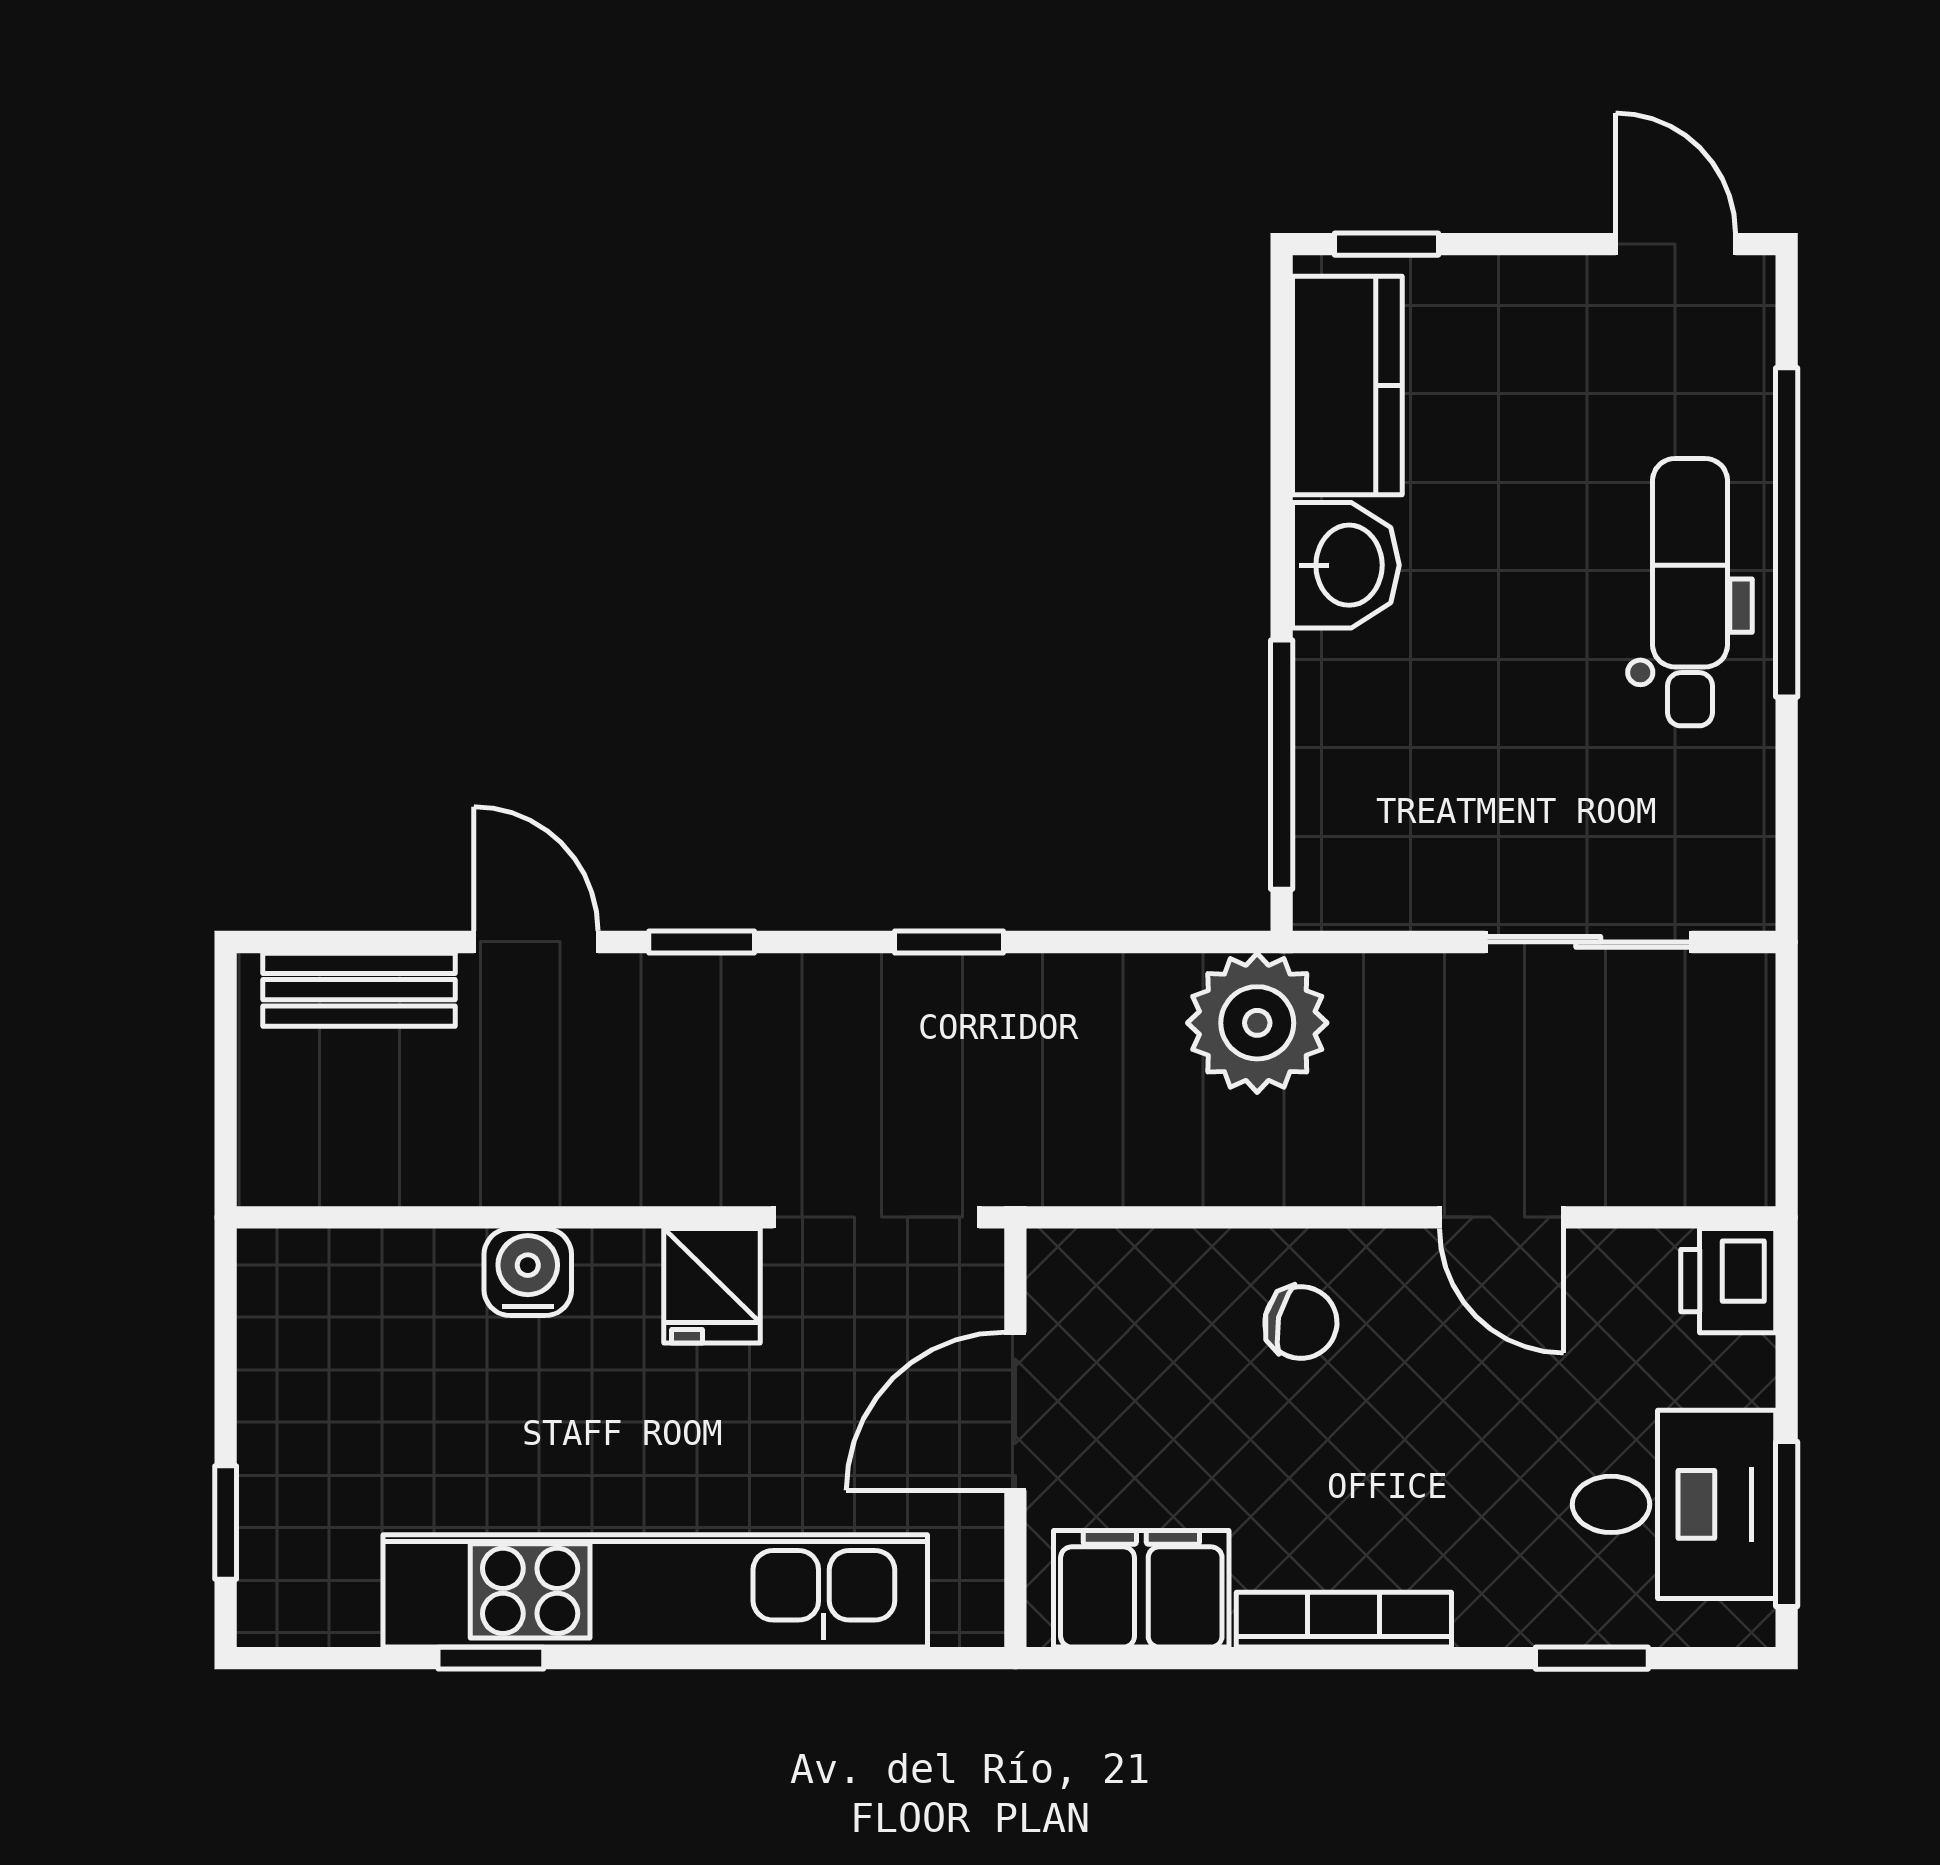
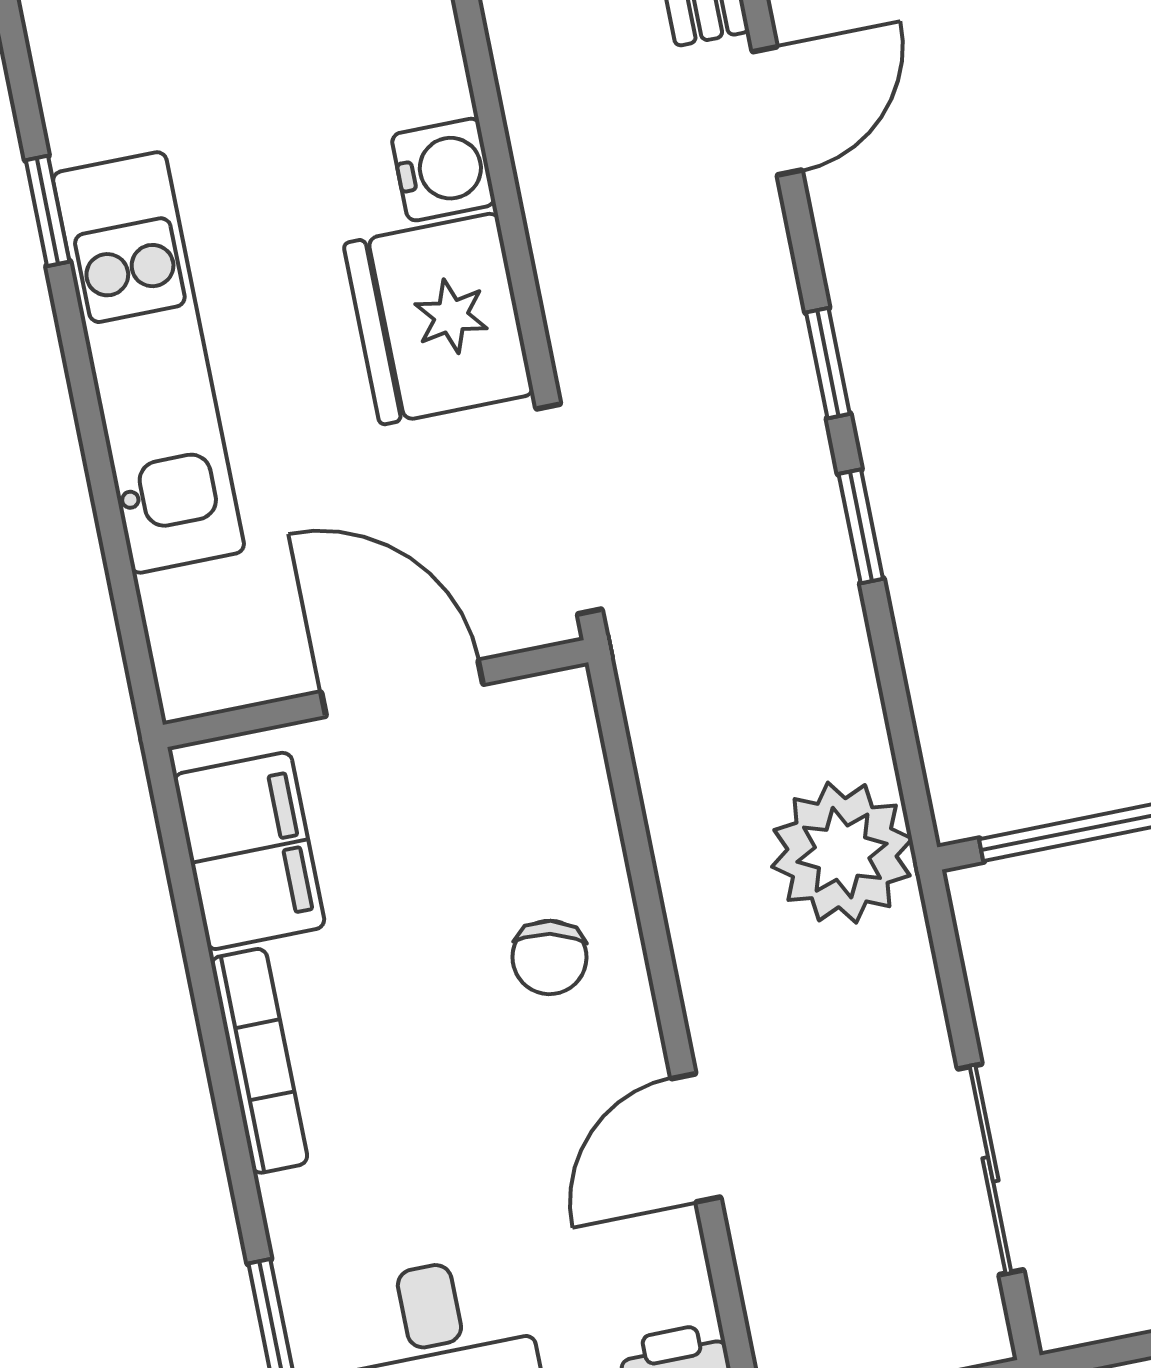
window: (702, 942) -> (828, 363), moved
fridge: (712, 1286) -> (439, 319), width x1.88, depth x1.34
kitchen unit: (655, 1591) -> (149, 362), width x0.73

